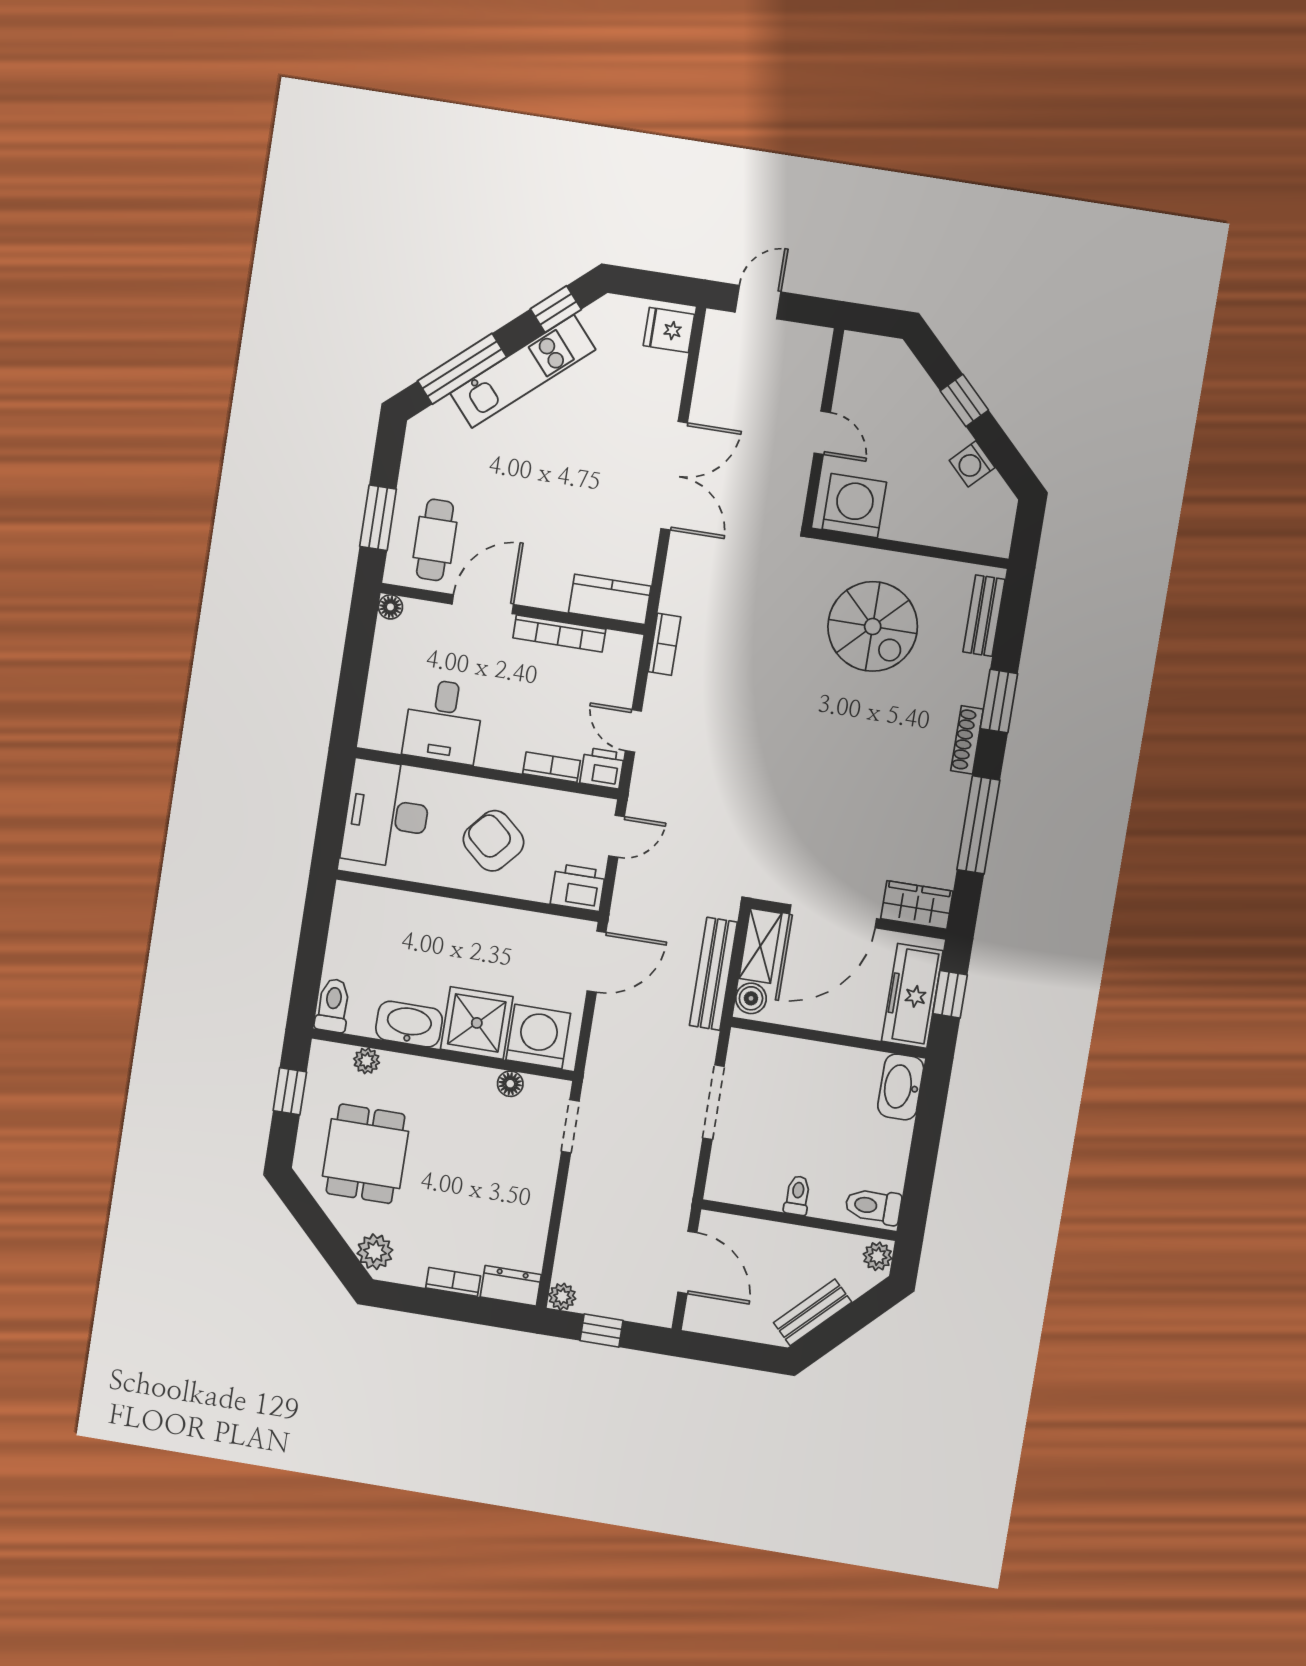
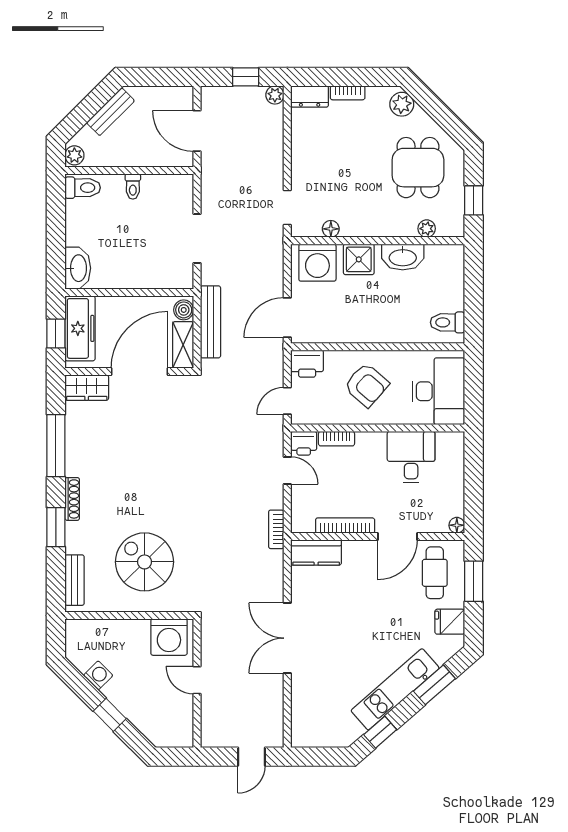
fridge: (669, 330) -> (450, 622), moved, turned 180
window: (462, 369) -> (434, 685), width x0.69
toilet: (333, 1005) -> (447, 322), moved, turned 90
shower: (477, 1023) -> (359, 259), width x0.73, depth x0.73

